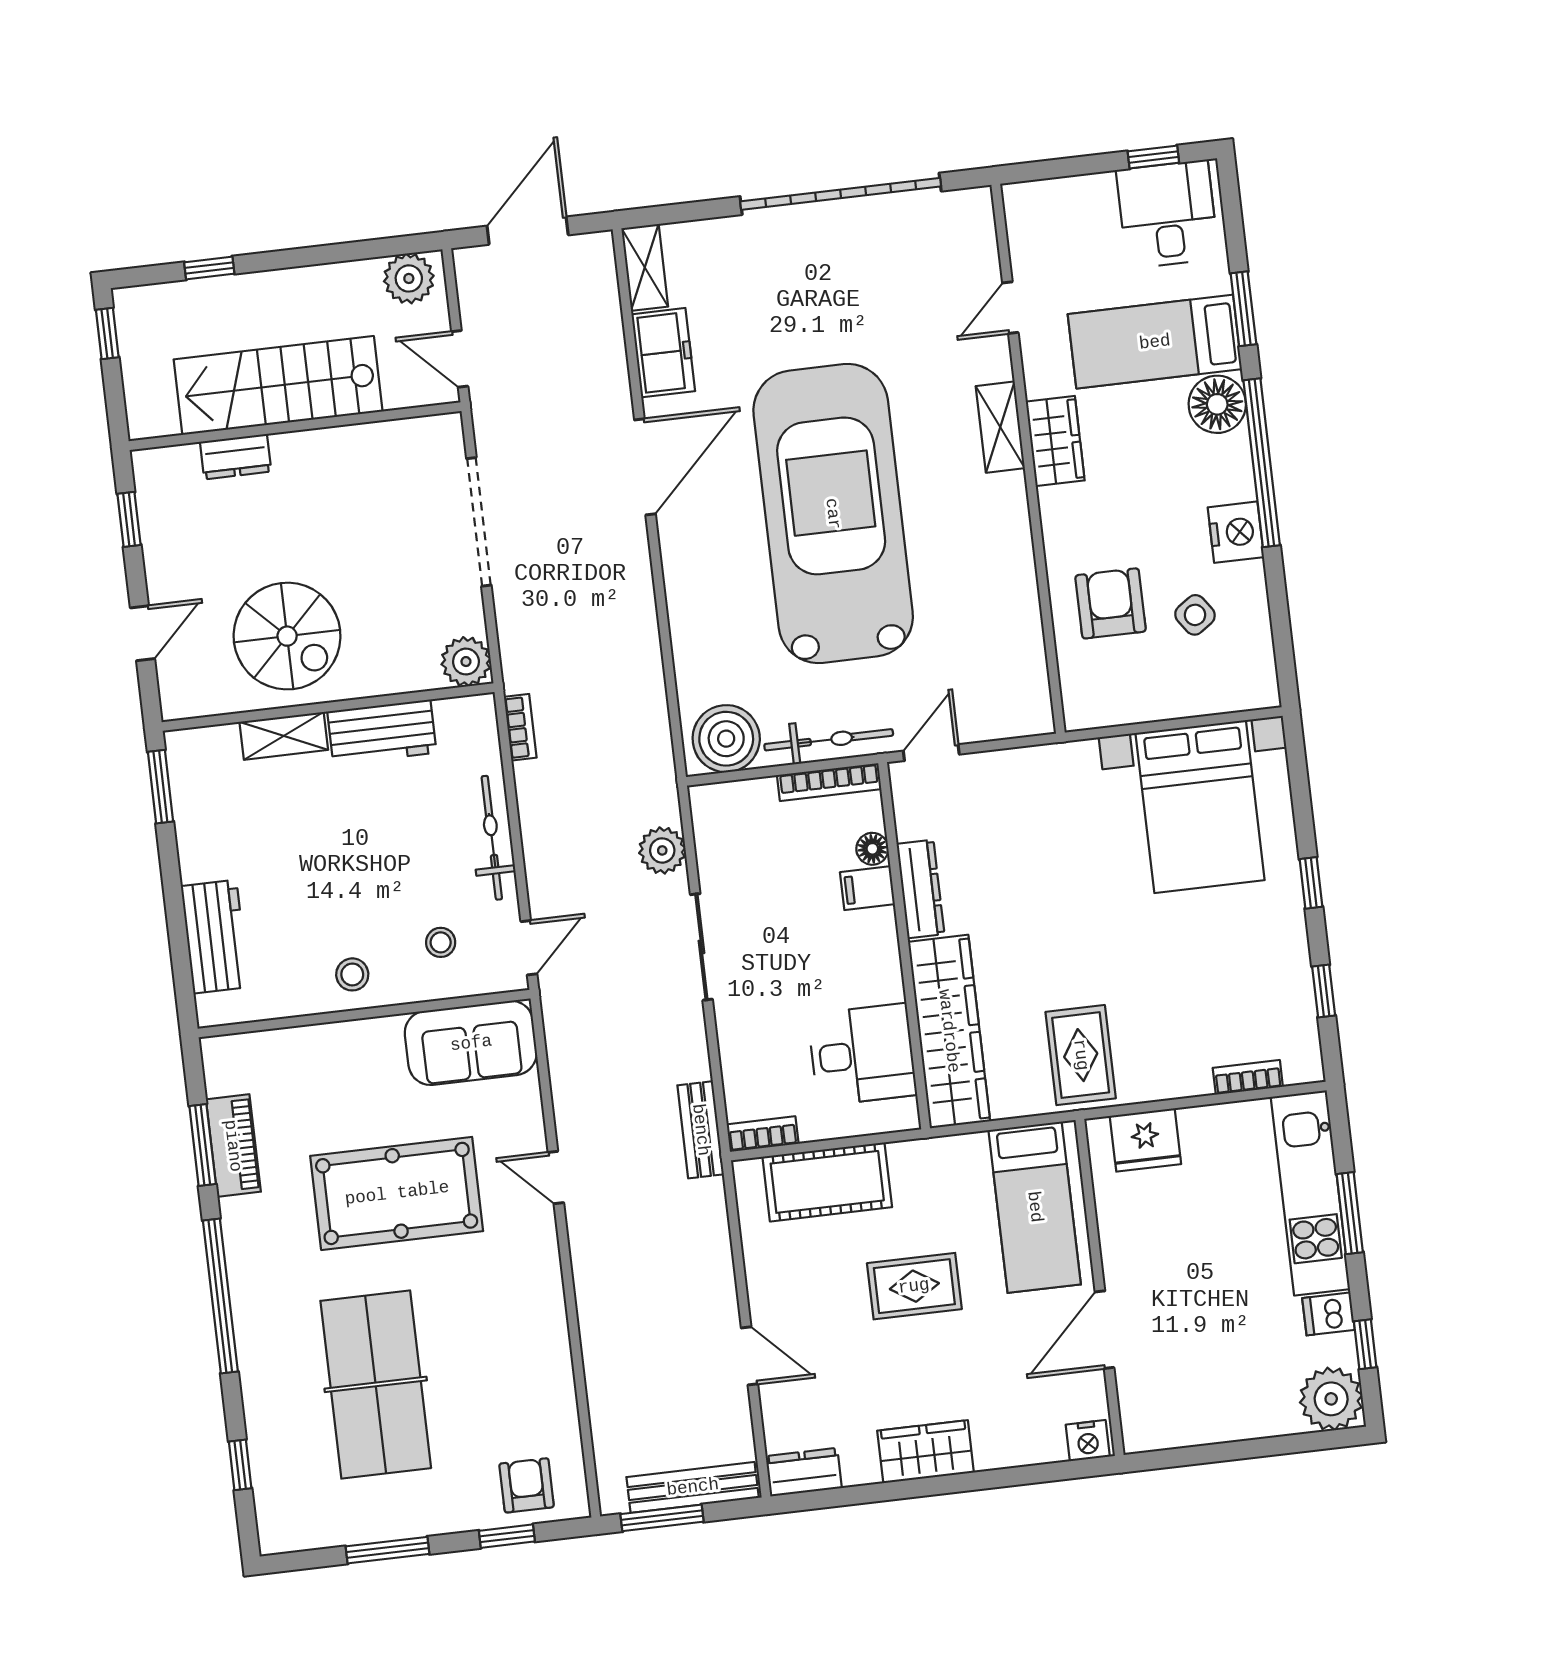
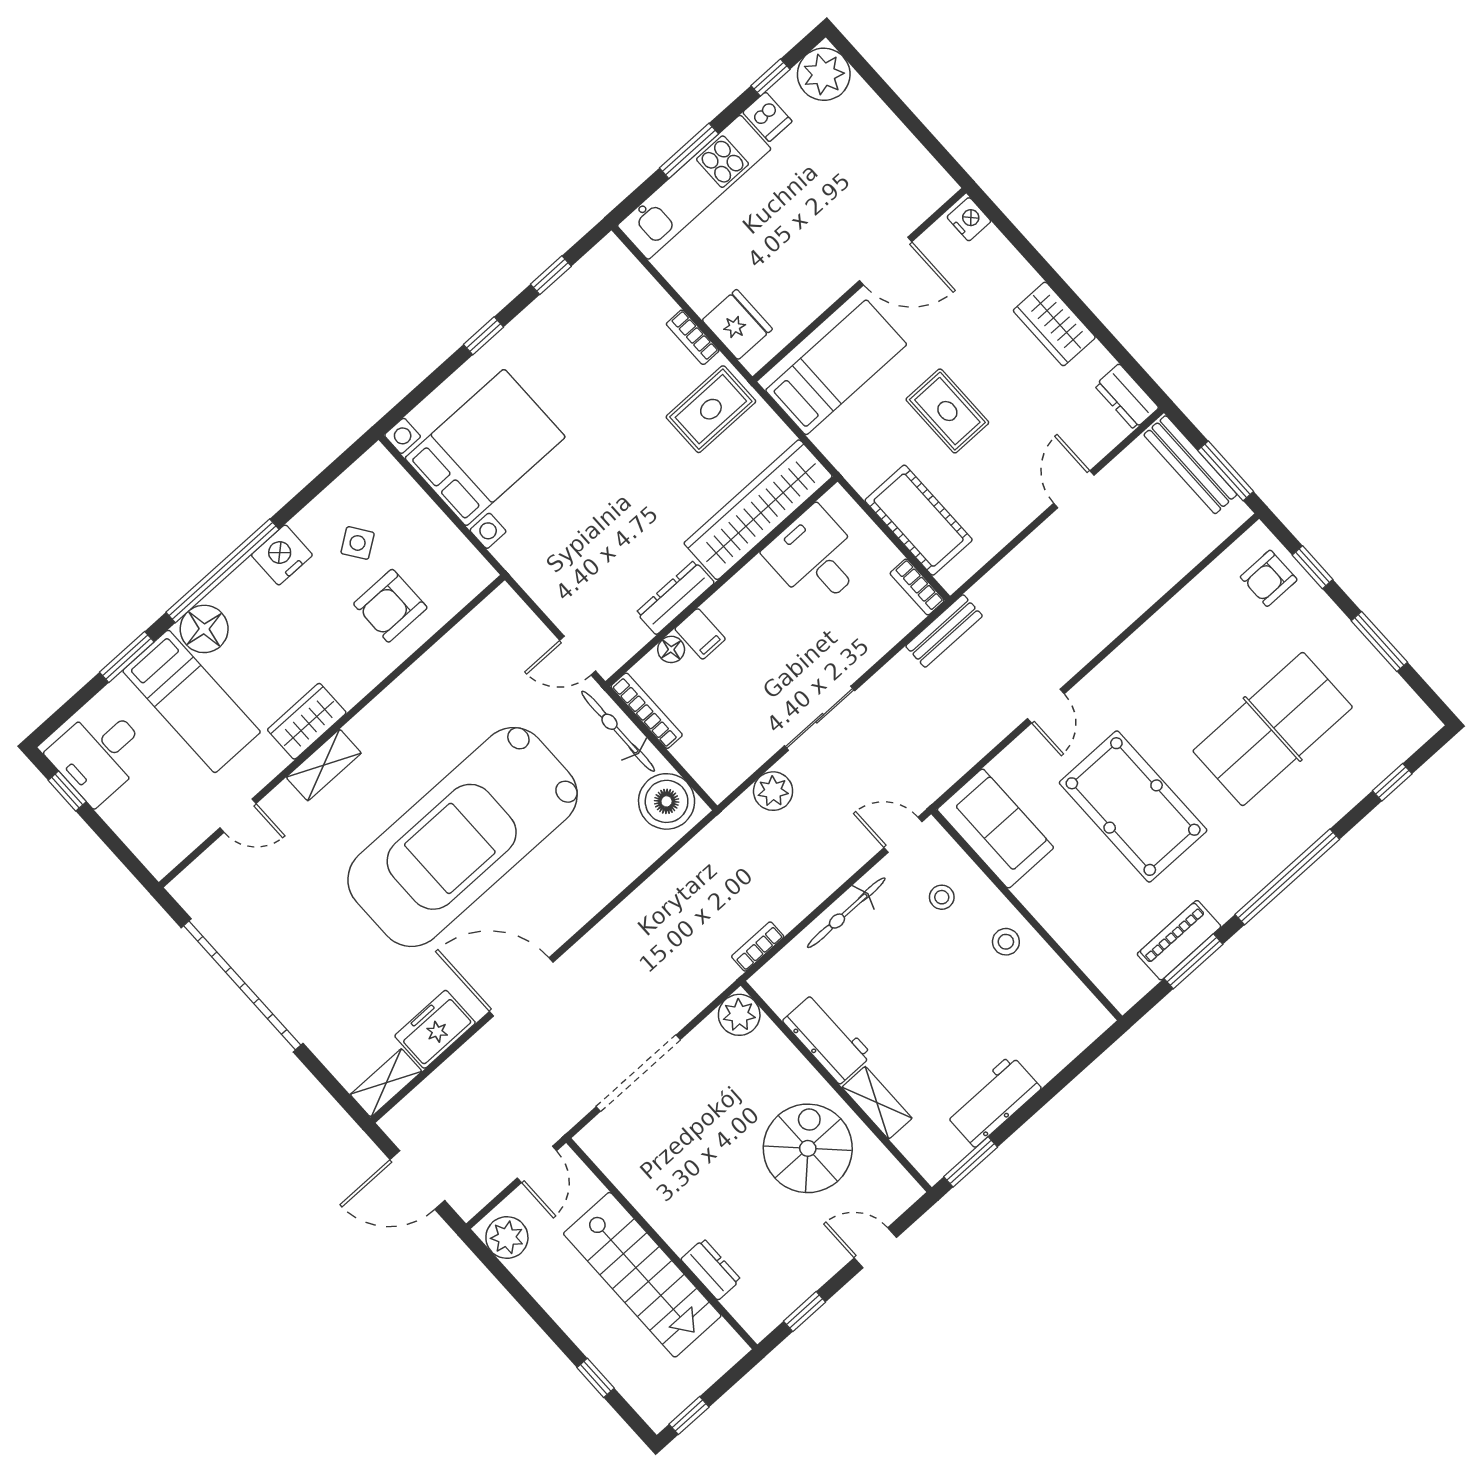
workbench: (215, 937) -> (993, 1101), moved
bookcase: (1248, 1077) -> (693, 337), moved

